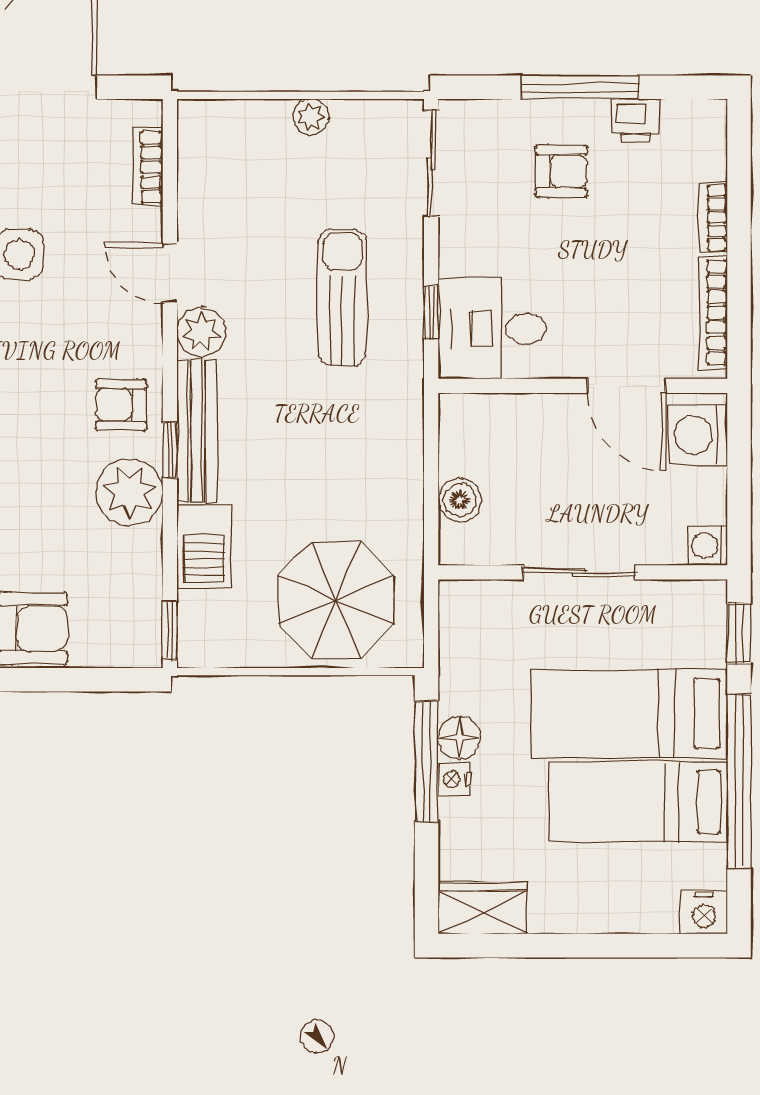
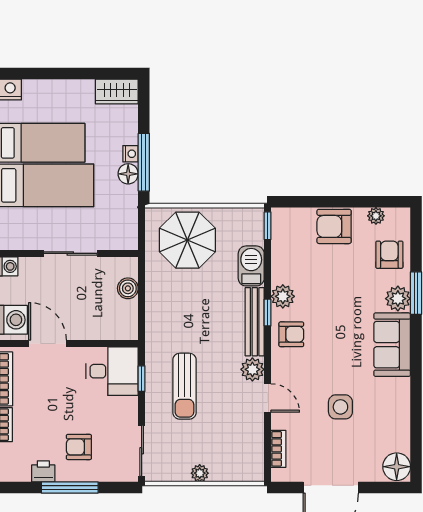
plant: (130, 492) -> (283, 296), width x0.73, depth x0.73

